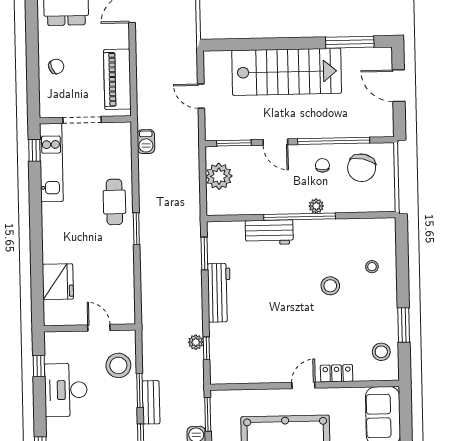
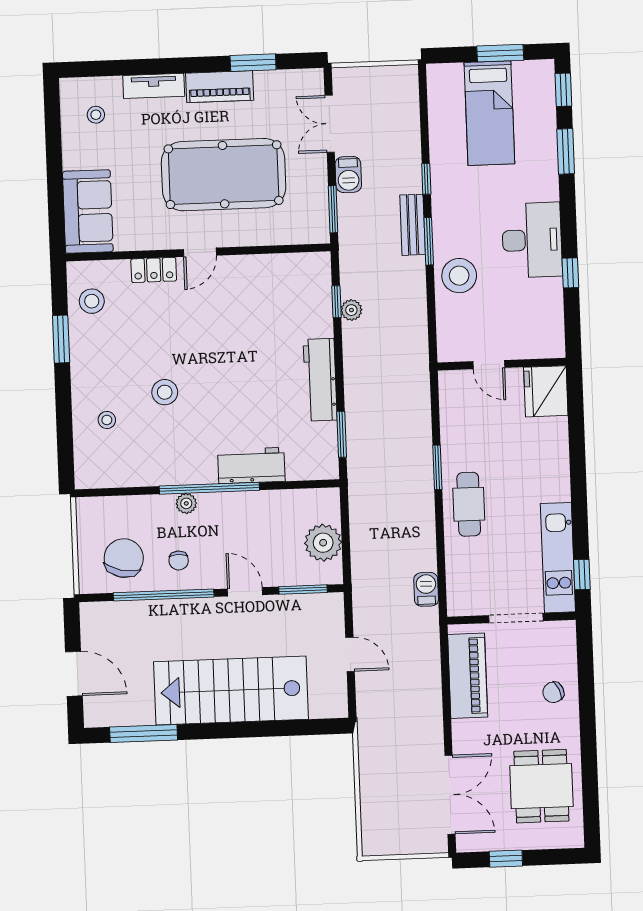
wall: (90, 328) -> (502, 364), moved
door: (99, 328) -> (489, 365), moved

